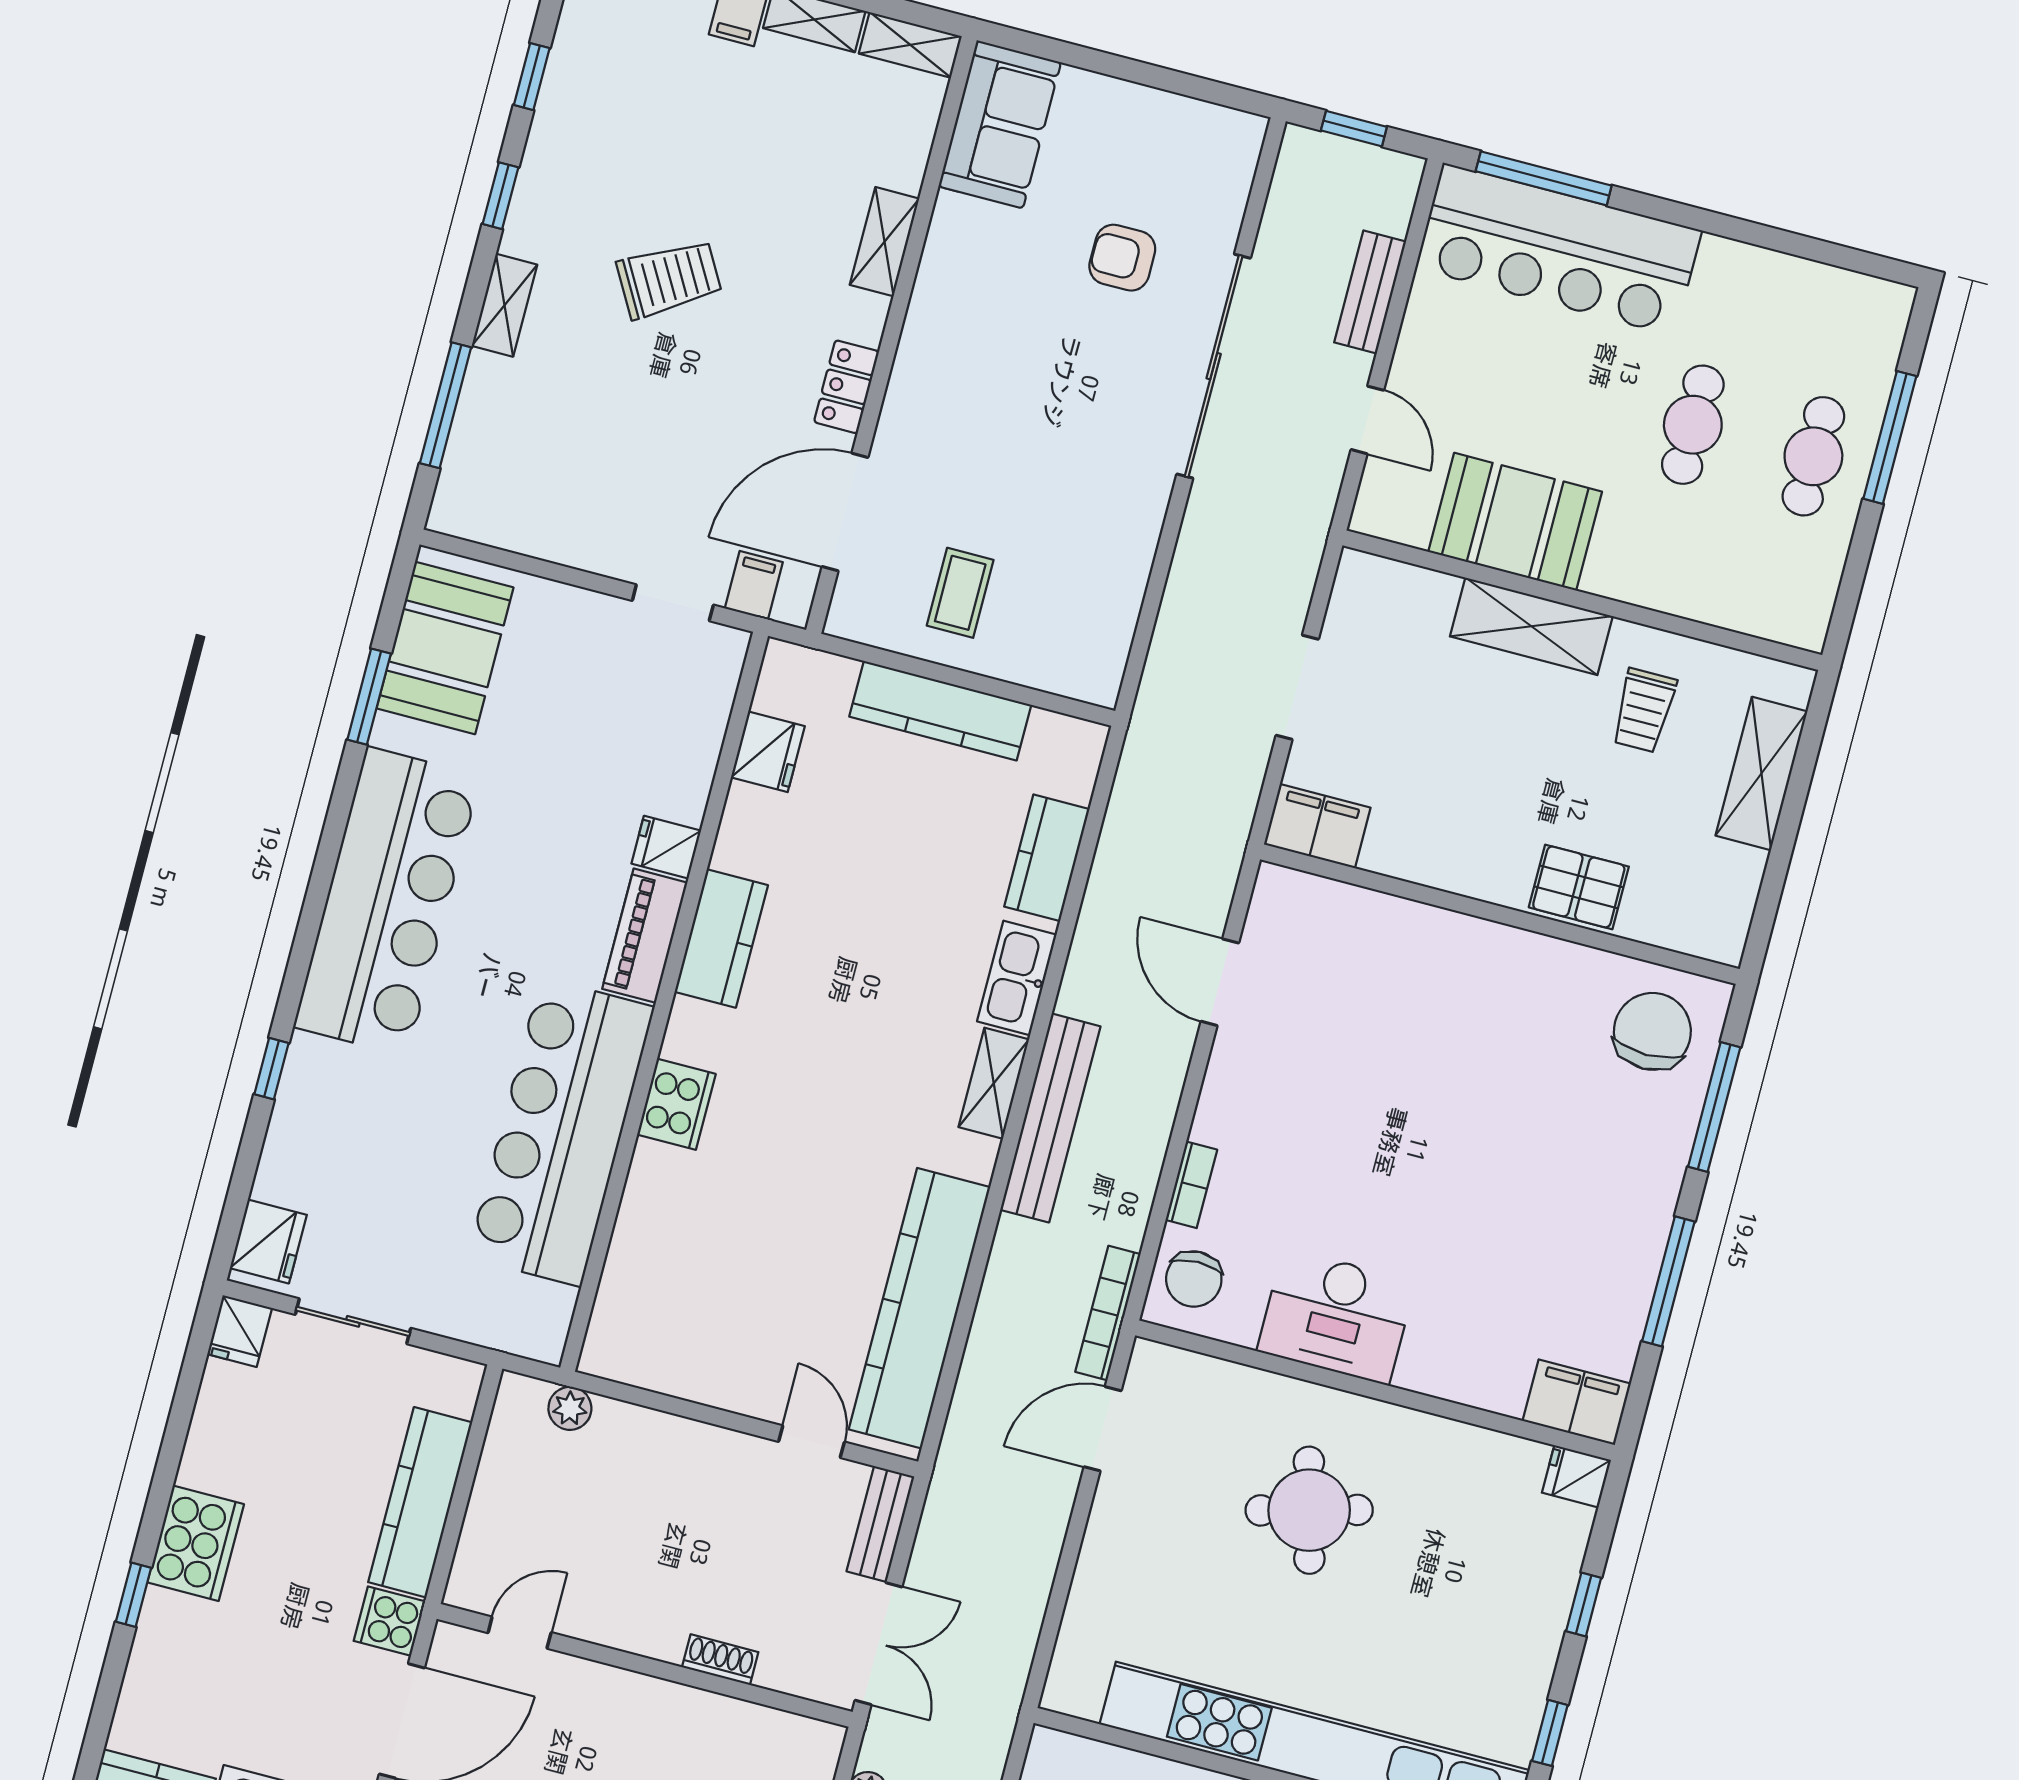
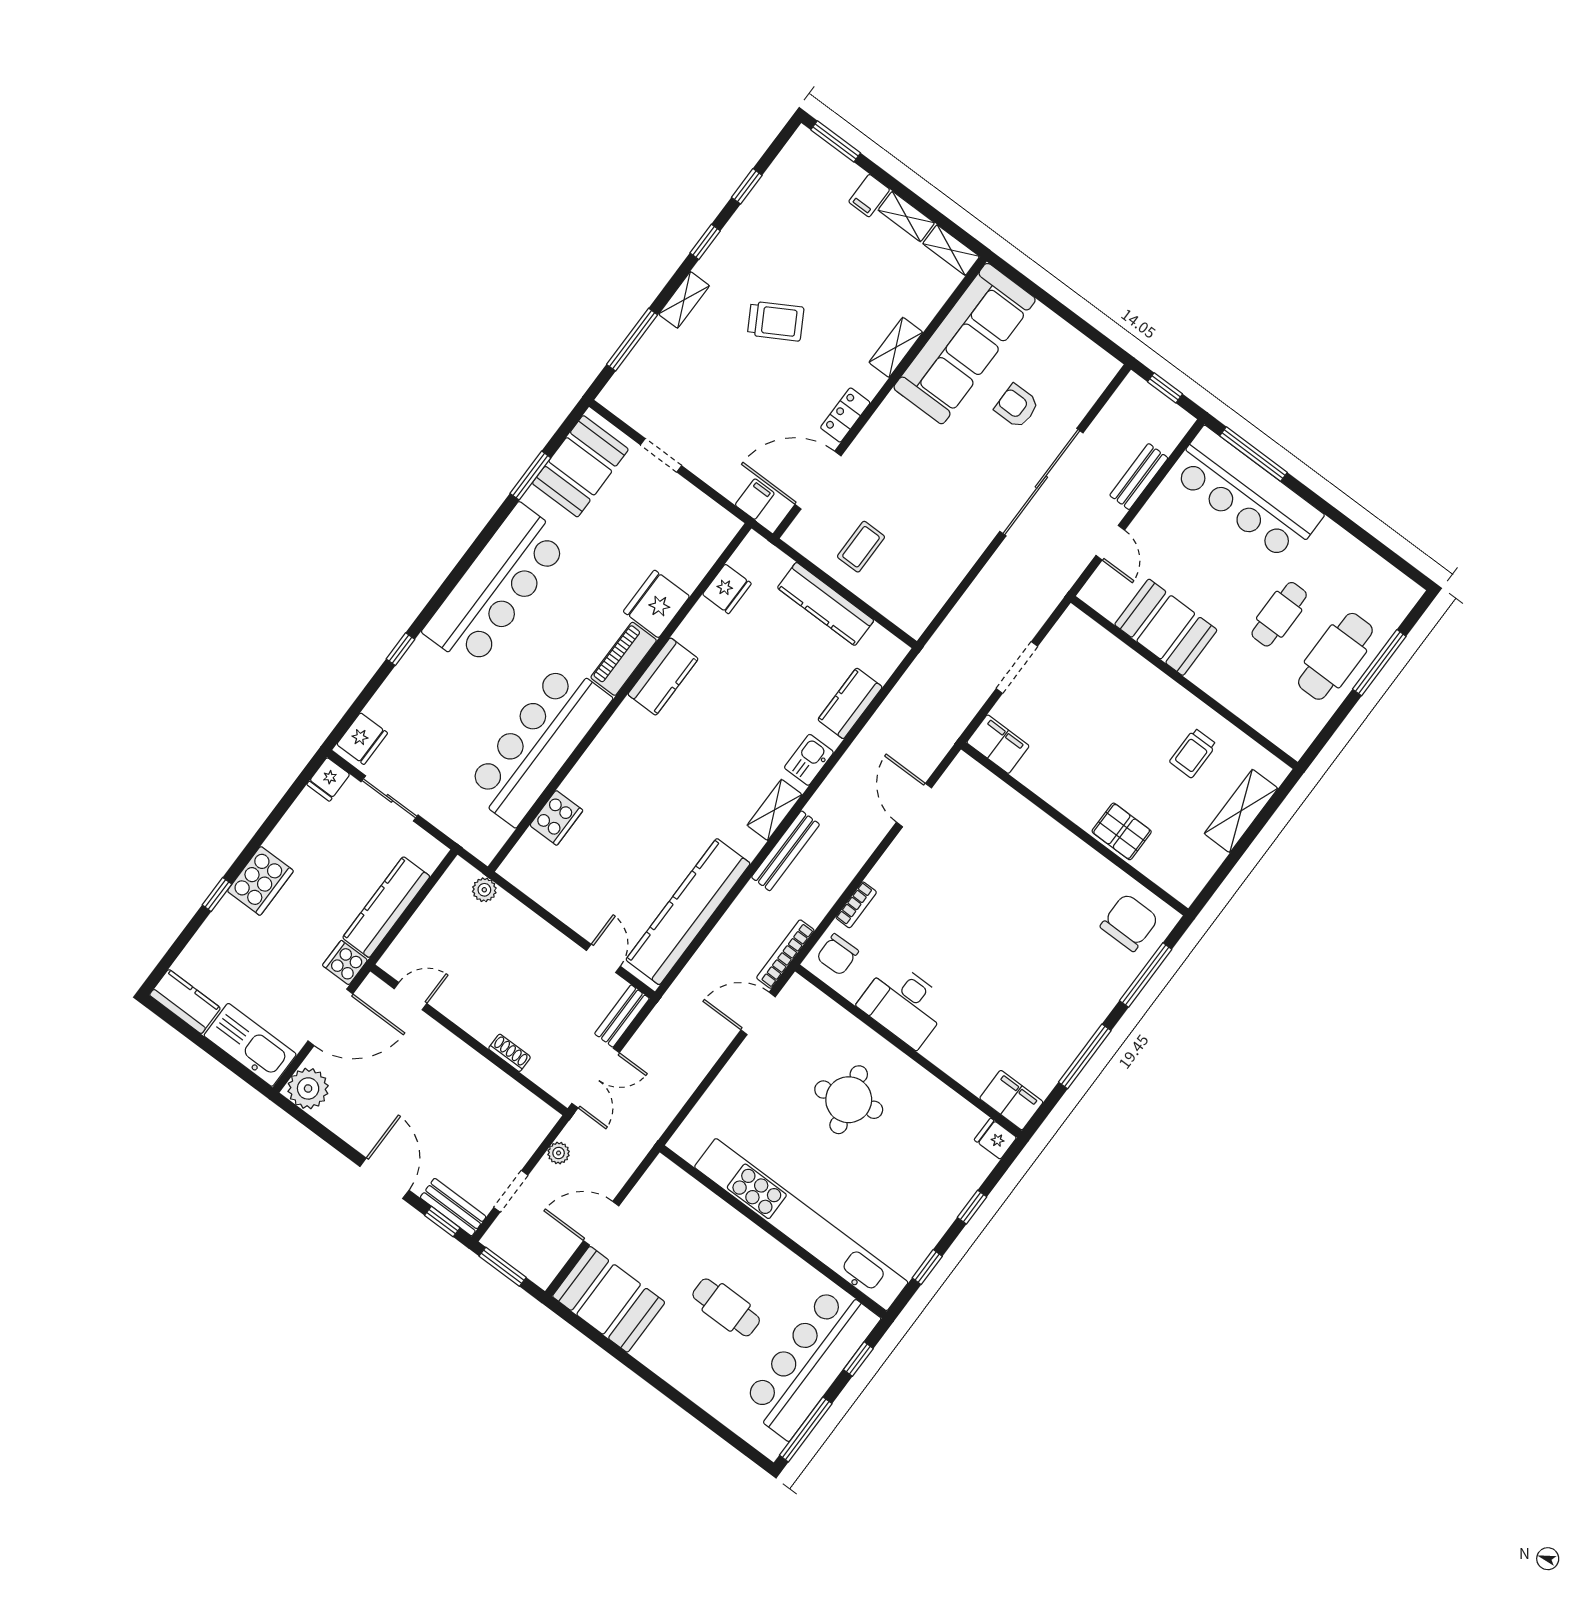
sofa: (1000, 124) -> (965, 344), width x1.85, depth x1.27
cafe table: (1813, 456) -> (1335, 656), width x1.37, depth x1.35
doorway: (673, 603) -> (661, 455), moved
shelving: (1531, 626) -> (1152, 685), removed
fridge: (666, 847) -> (656, 604), width x1.88, depth x1.34
kitchen sink: (1017, 978) -> (809, 760), width x0.73
cooker: (676, 1104) -> (556, 818), moved
bench: (1050, 1118) -> (785, 851), width x0.73, depth x0.82

